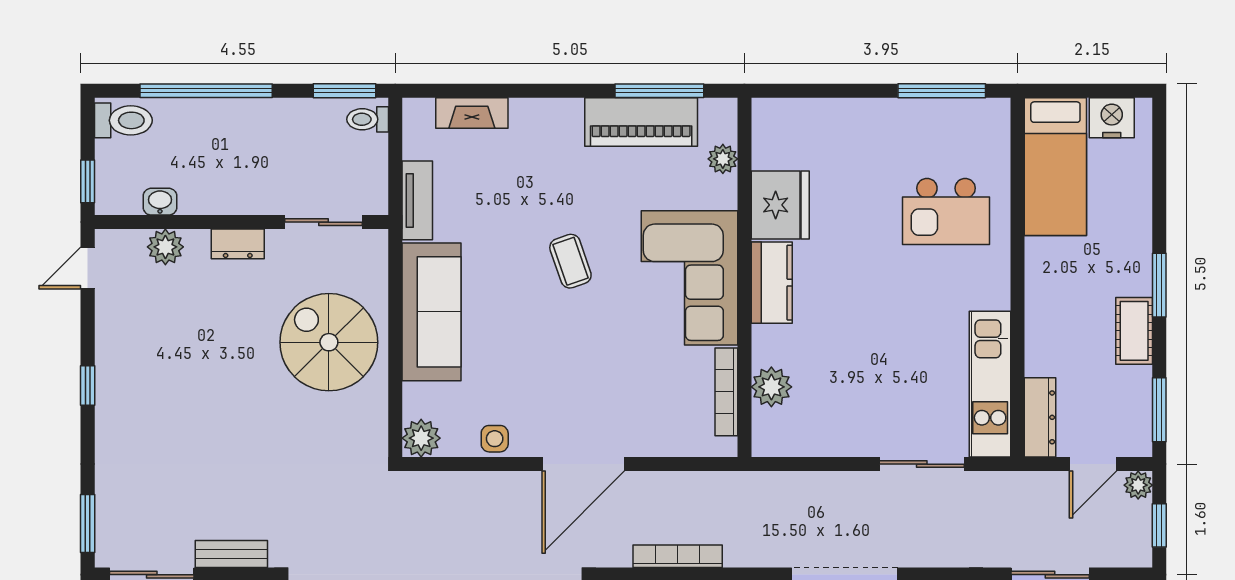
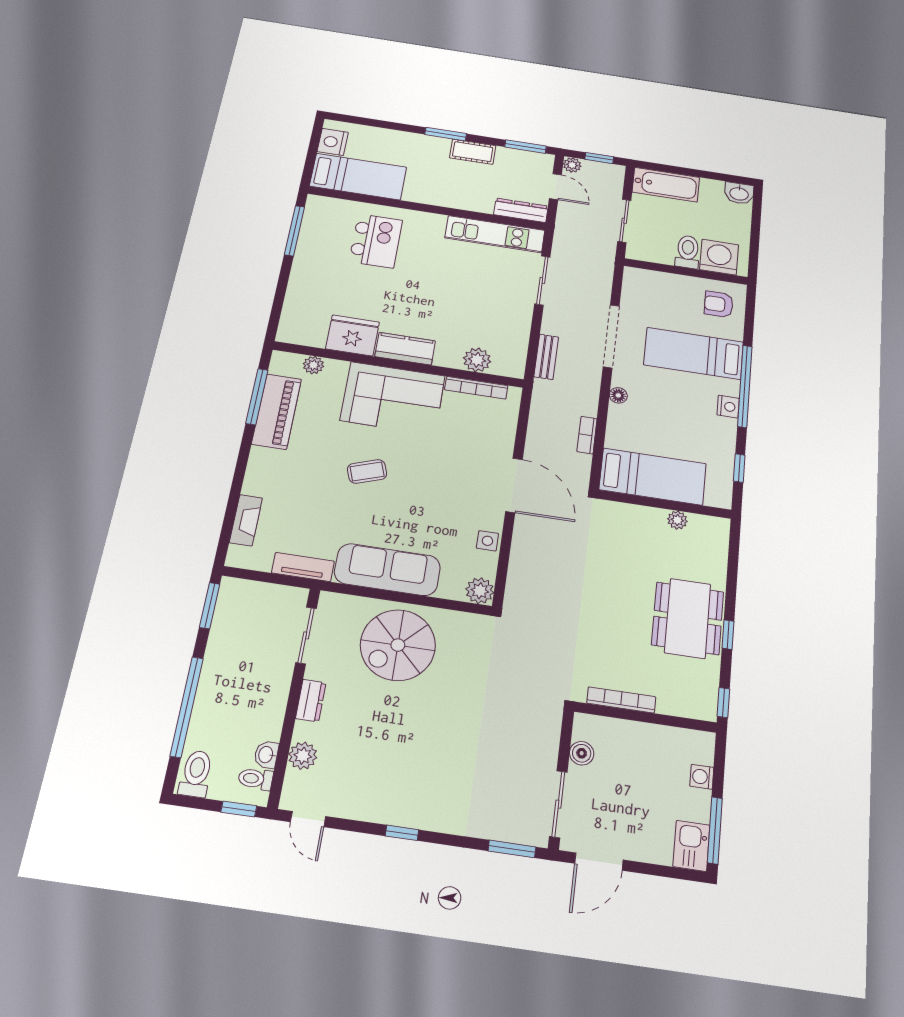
toilet: (368, 119) -> (256, 779), moved, turned 90
bench: (231, 554) -> (546, 357), moved
bookcase: (678, 556) -> (587, 435), width x0.64

